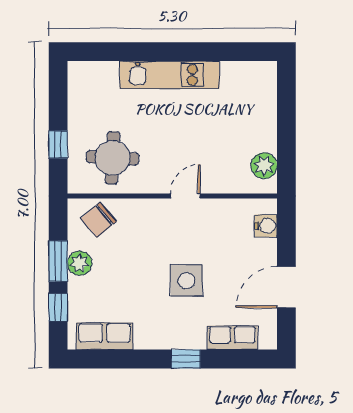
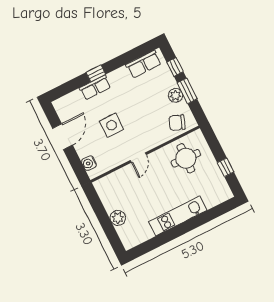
window: (58, 145) -> (226, 167), moved
plant: (264, 166) -> (118, 218), moved
chair: (99, 220) -> (177, 123), turned -119
side table: (186, 281) -> (112, 125), moved
row of seats: (232, 338) -> (95, 88), moved

